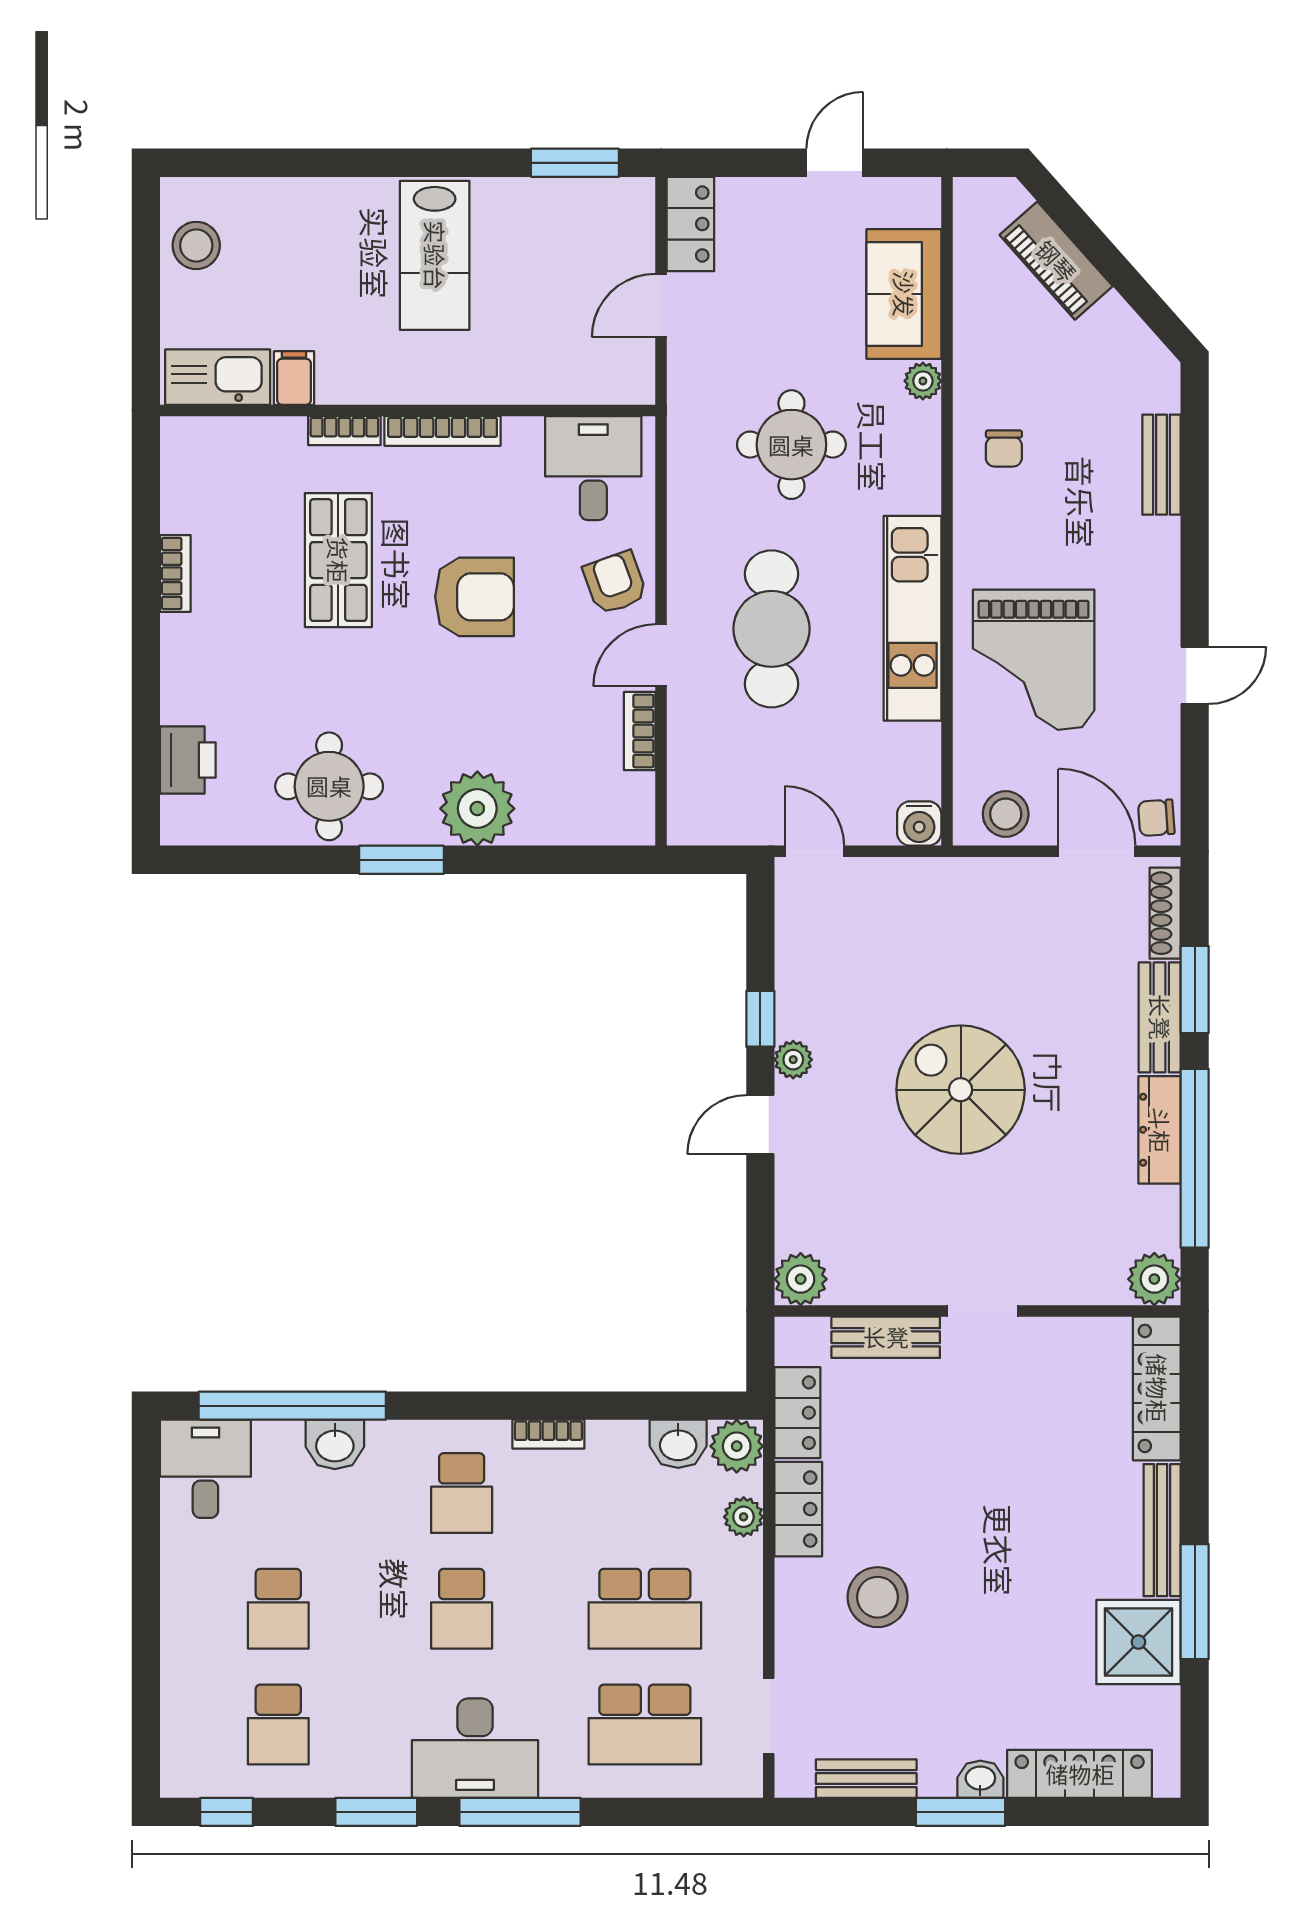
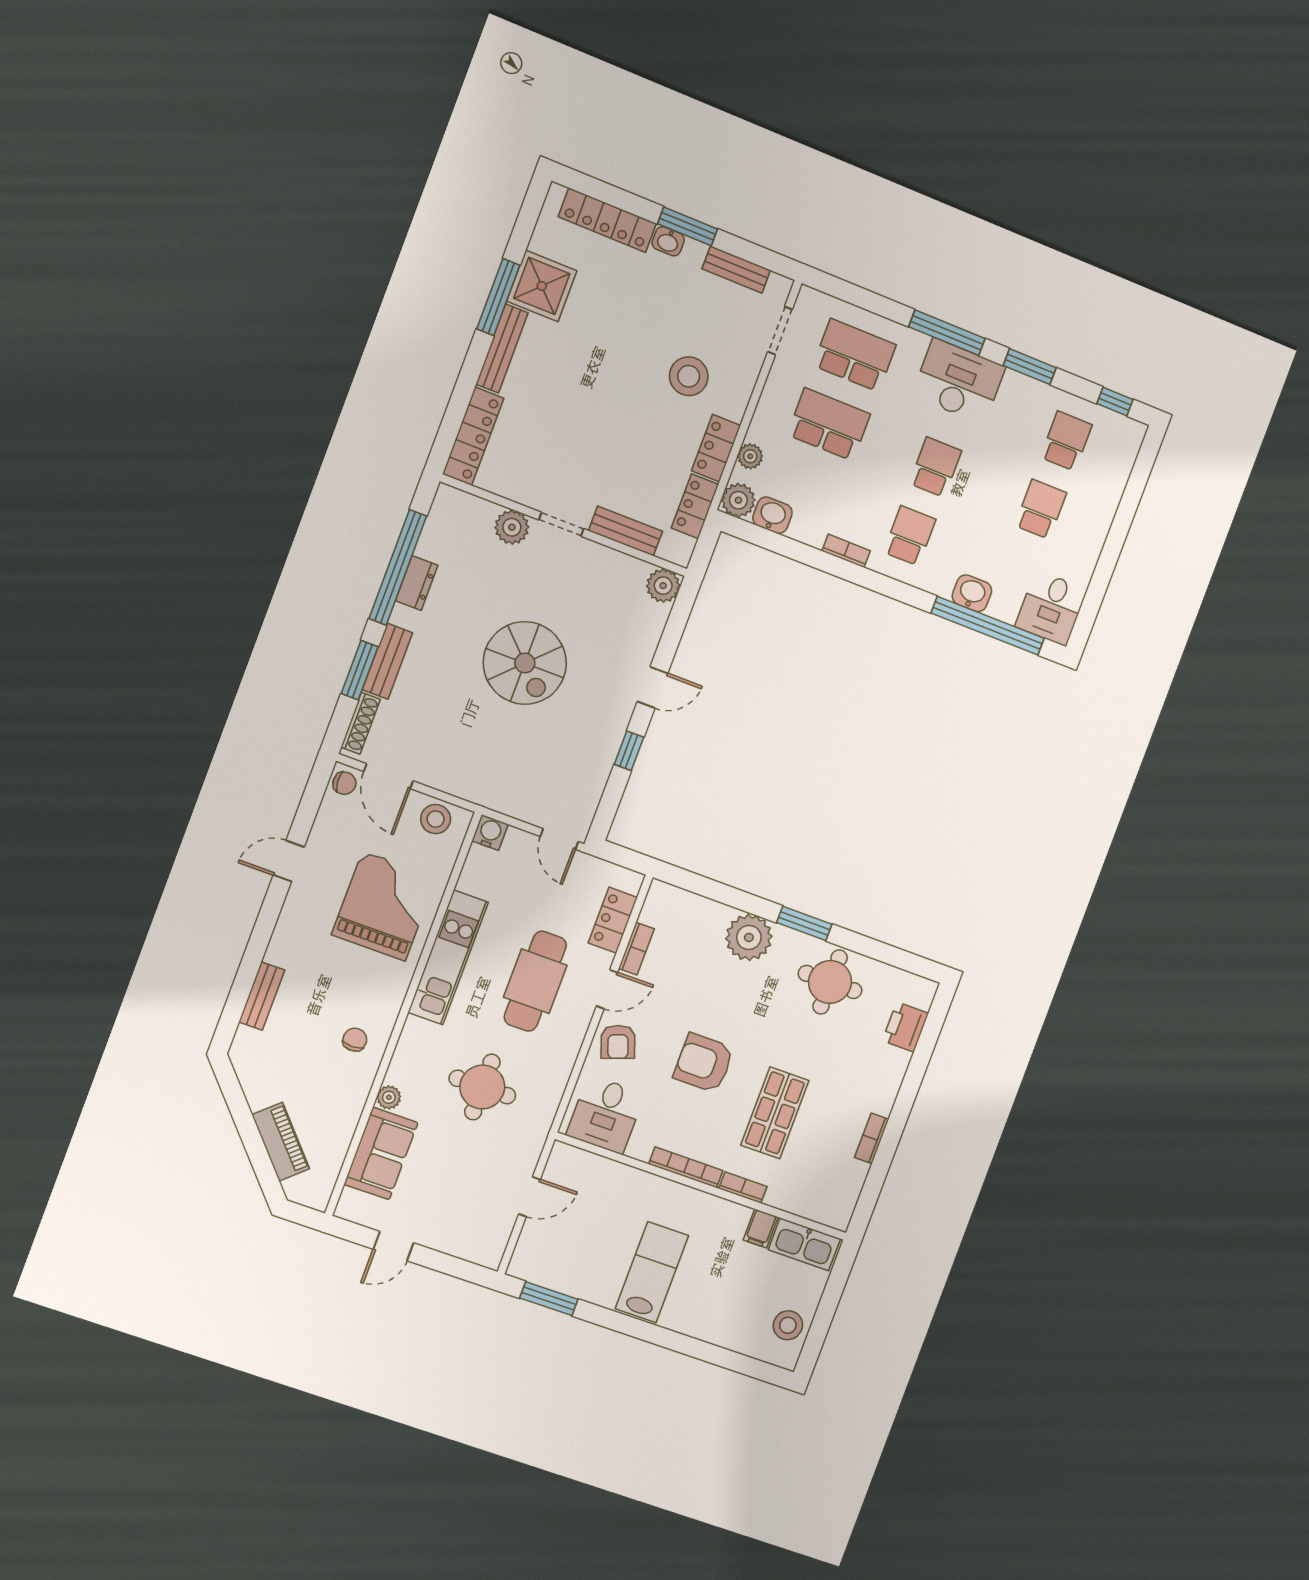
locker: (690, 224) -> (613, 920), moved
plant: (793, 1060) -> (618, 719), removed
dresser: (1160, 1130) -> (417, 583), width x0.70
plant: (1154, 1279) -> (512, 527), moved

